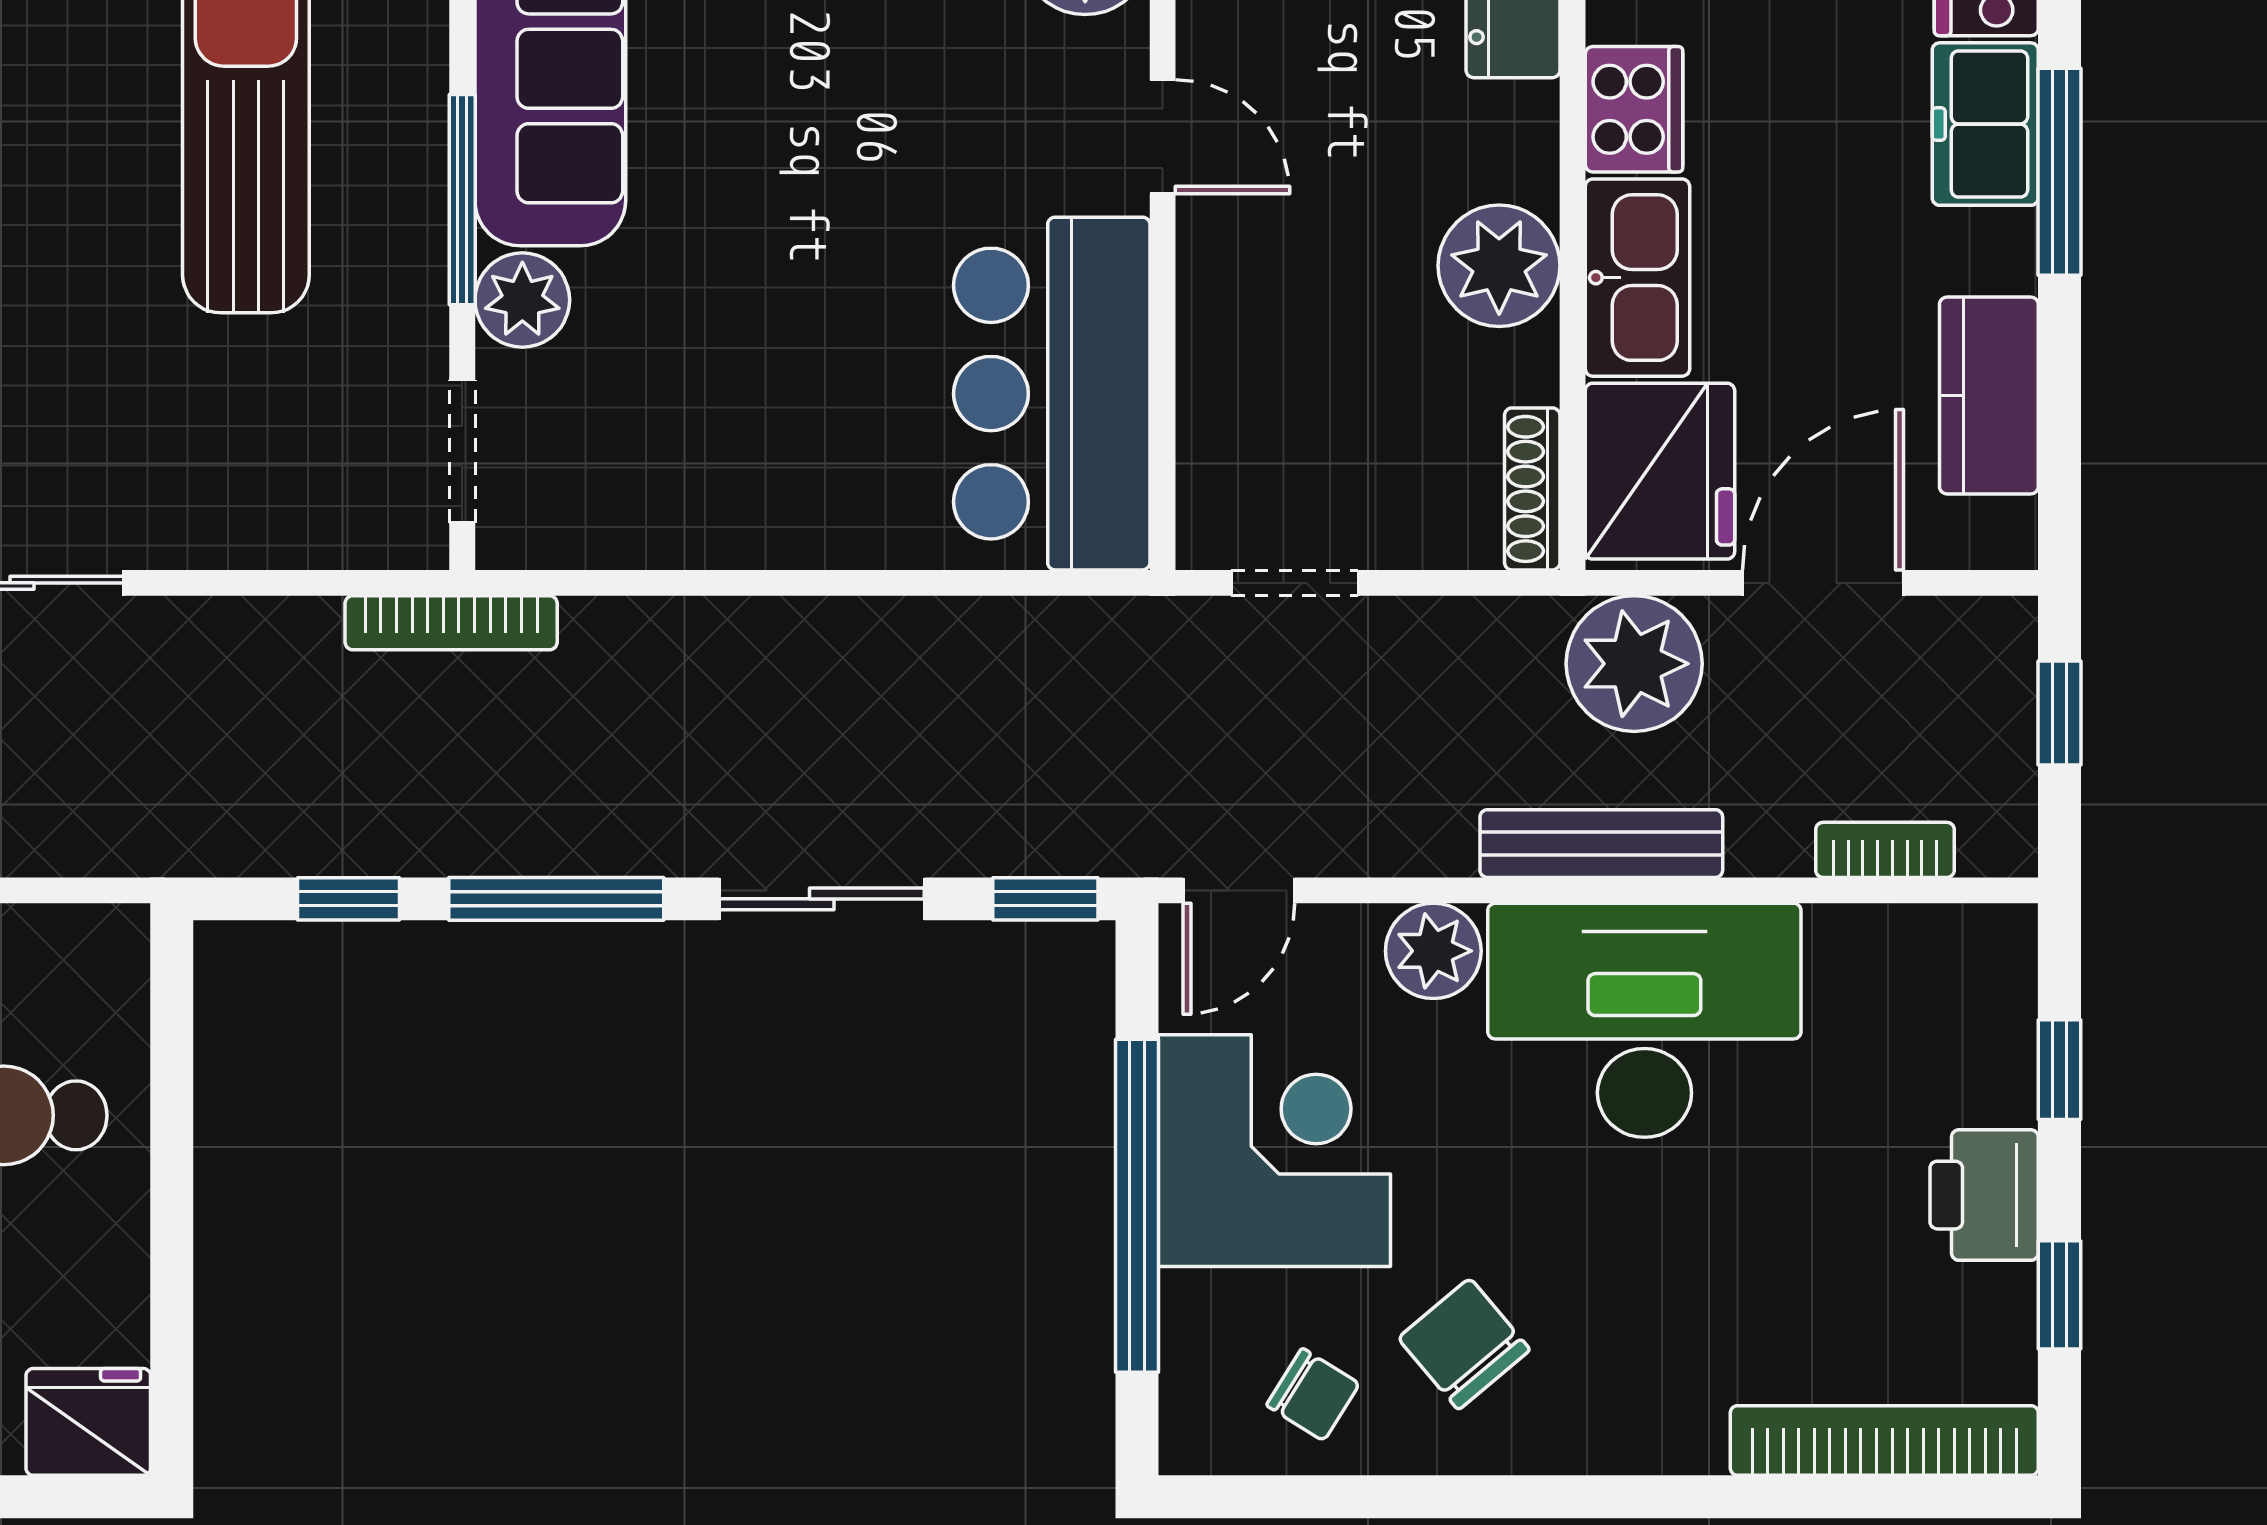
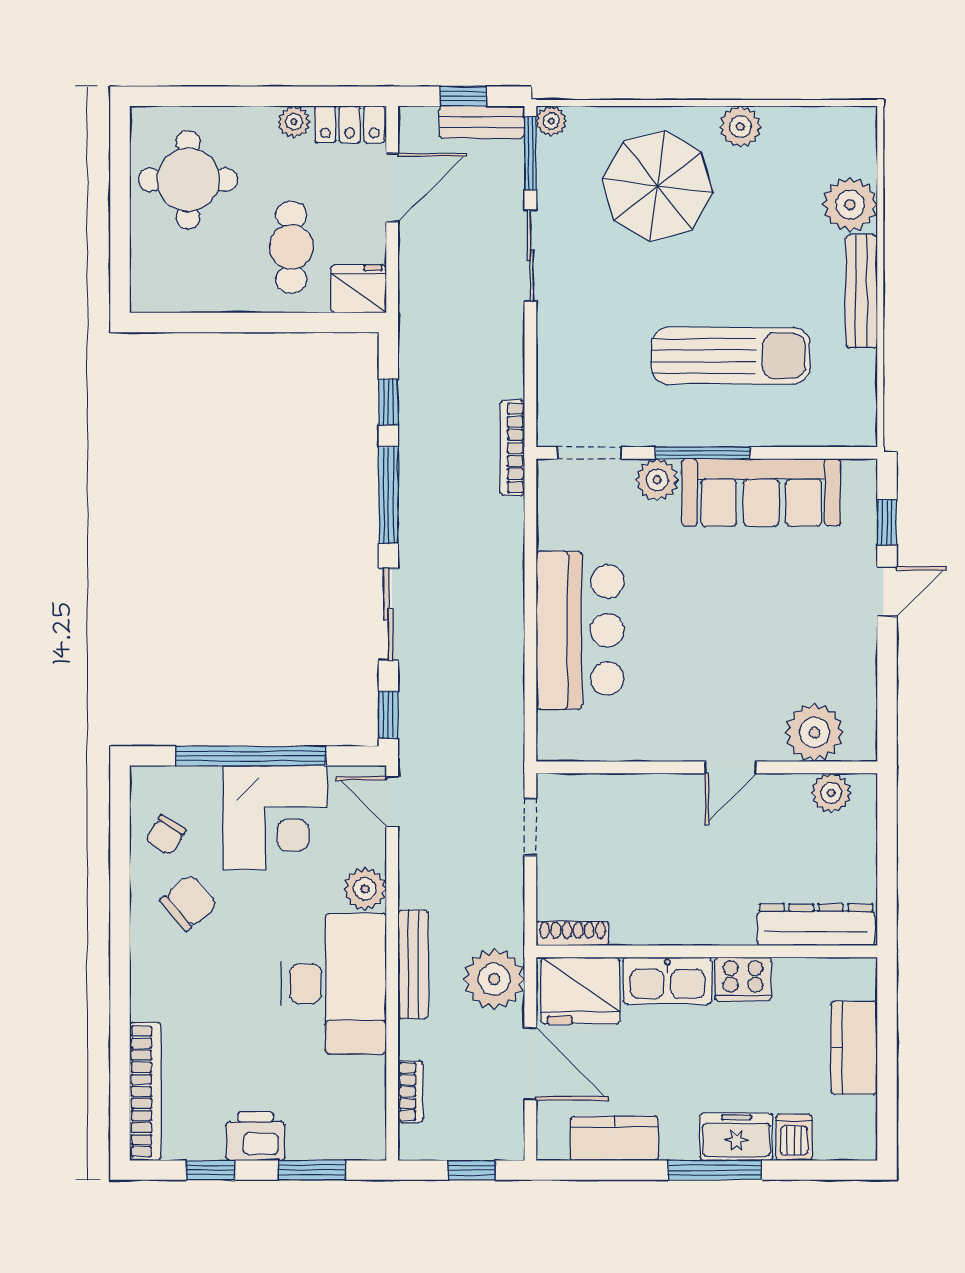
plant: (1499, 266) -> (673, 918), removed
bar counter: (1052, 394) -> (580, 630), moved, turned 90
window: (2059, 1070) -> (312, 1170), width x1.50
fridge: (88, 1422) -> (359, 289), moved, turned -90

